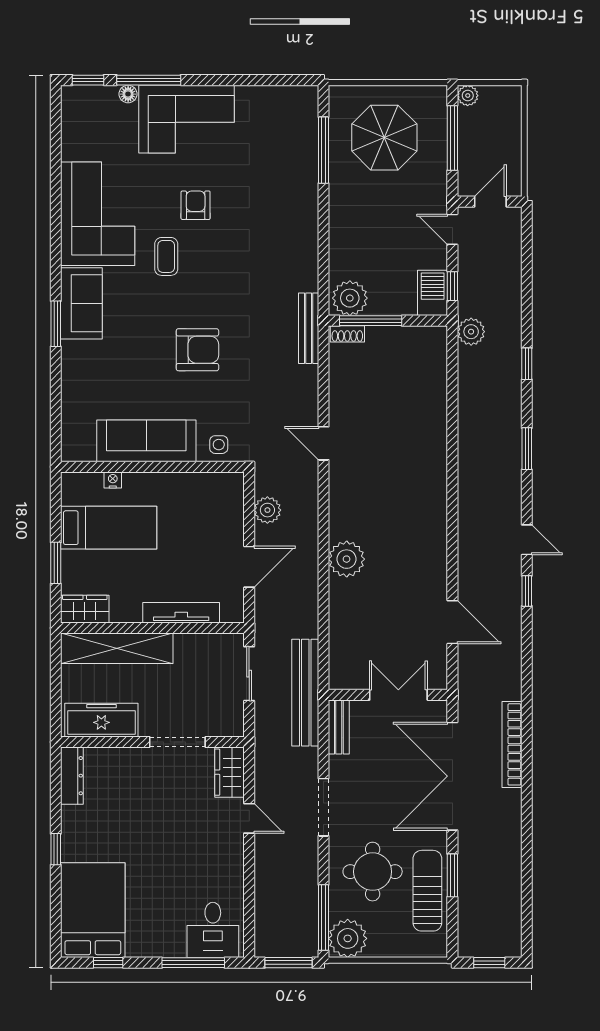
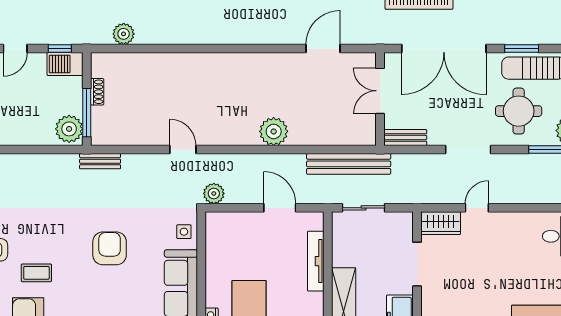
bench: (309, 328) -> (100, 161), width x0.73
plant: (471, 332) -> (124, 34), moved
shoe rack: (347, 334) -> (97, 92), moved
door: (323, 443) -> (183, 150), swing flipped
plant: (267, 510) -> (214, 193), moved
bench: (305, 693) -> (349, 164), moved

